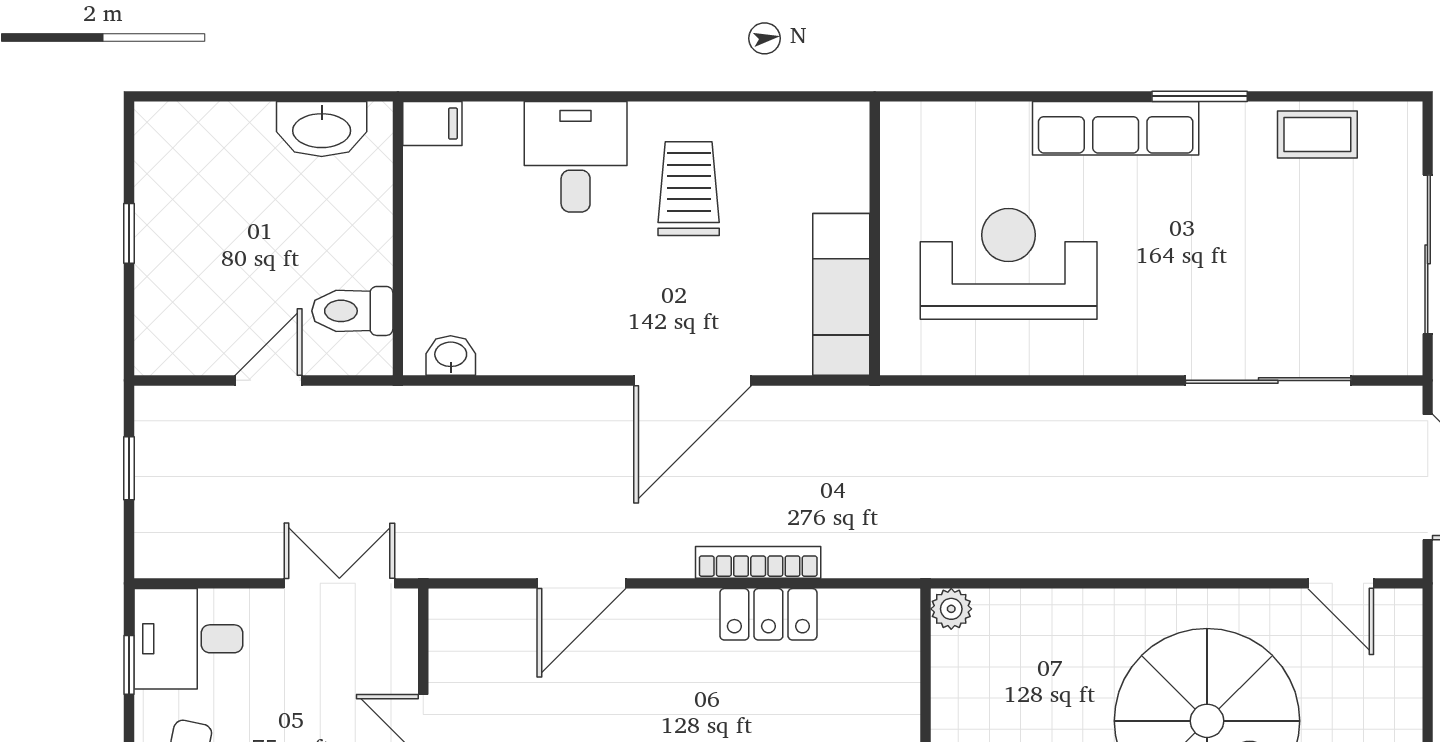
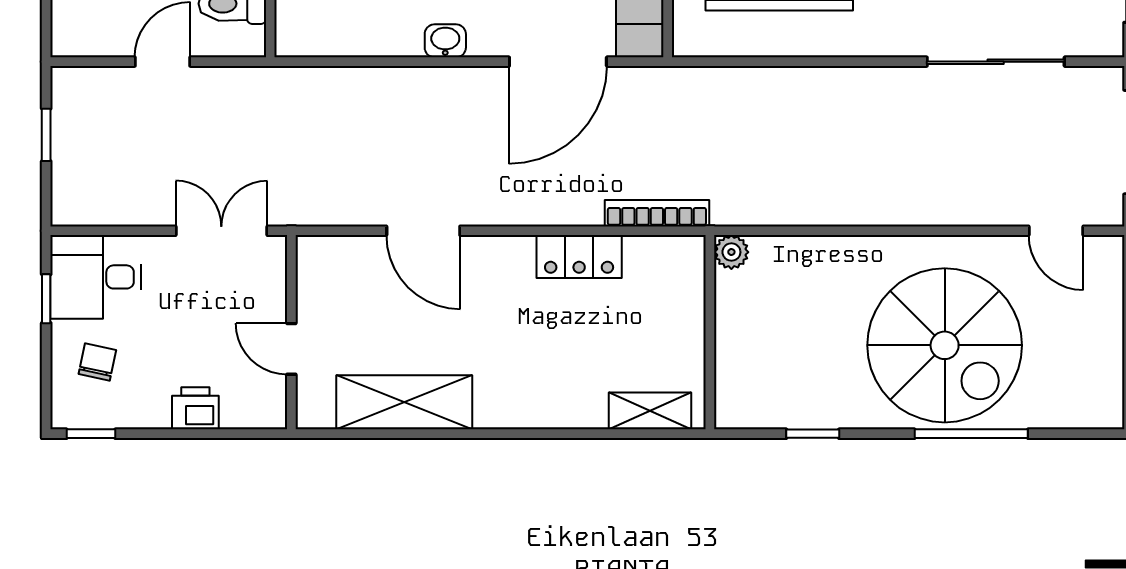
washbasin: (451, 355) -> (445, 41), moved
door: (693, 380) -> (558, 62), moved
bookcase: (758, 562) -> (657, 213), moved
door: (581, 583) -> (423, 231), hinge flipped

